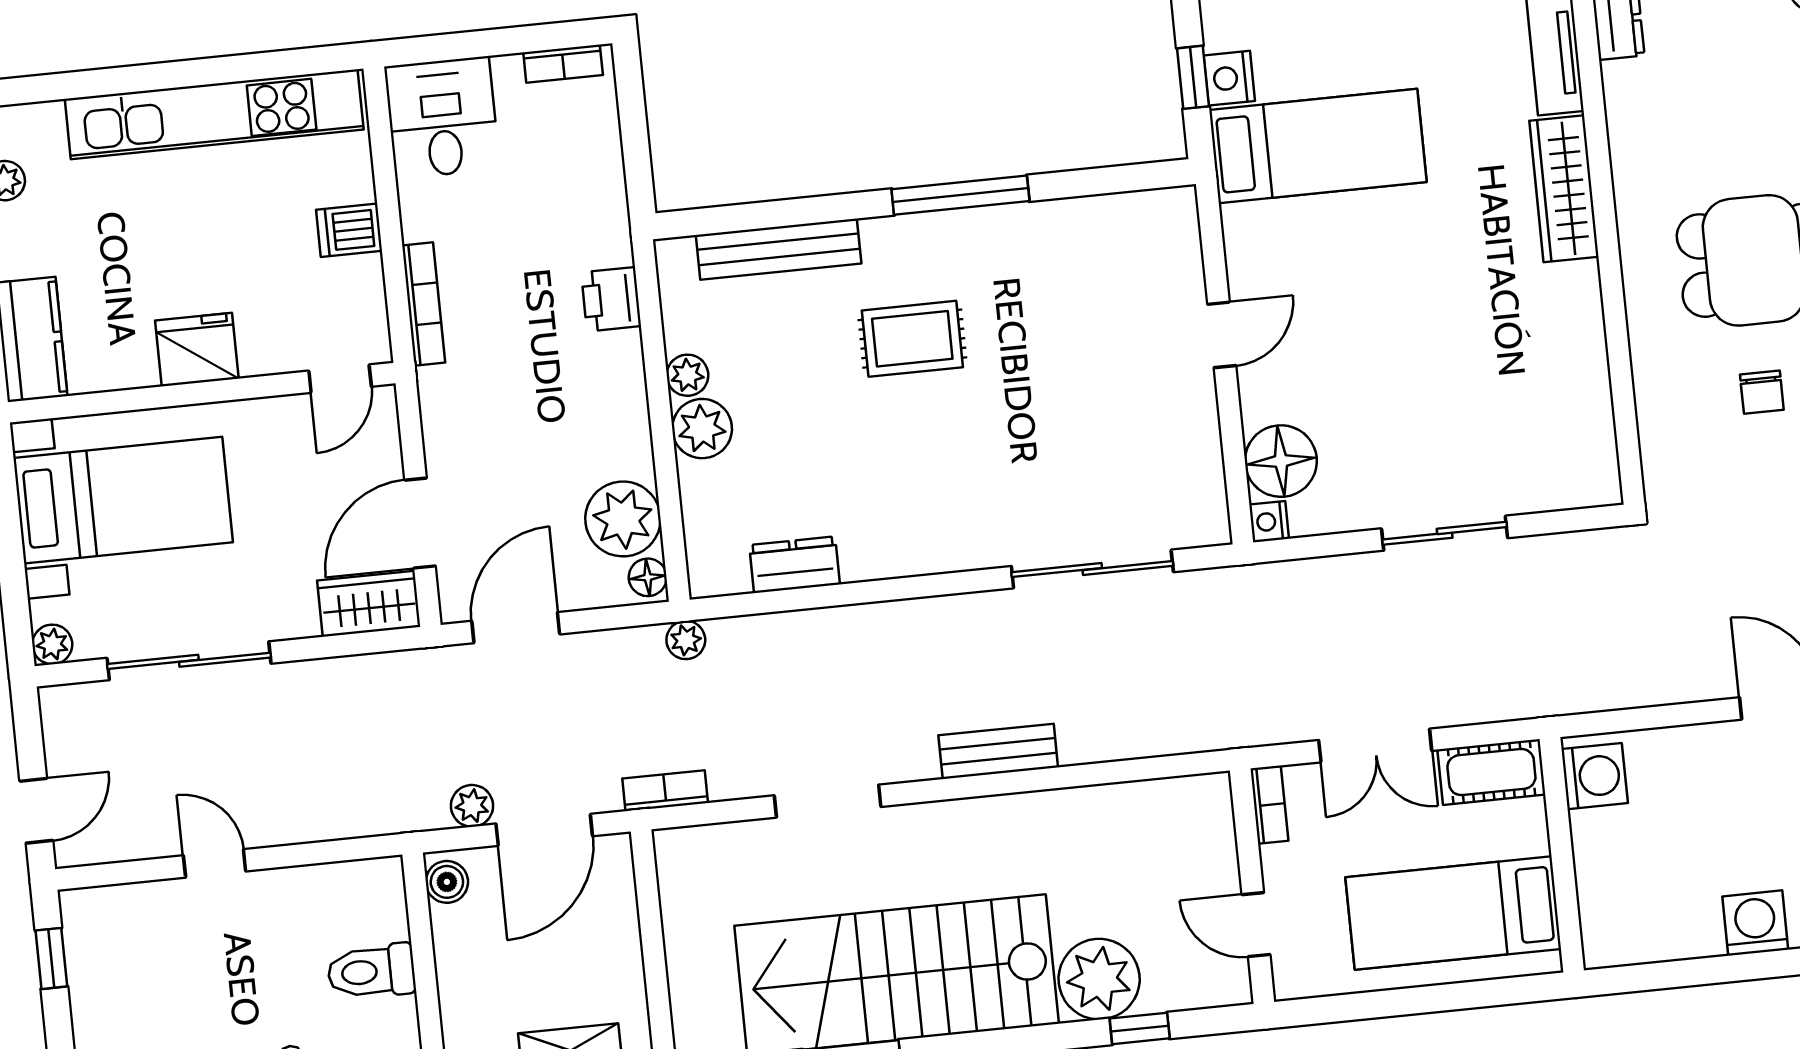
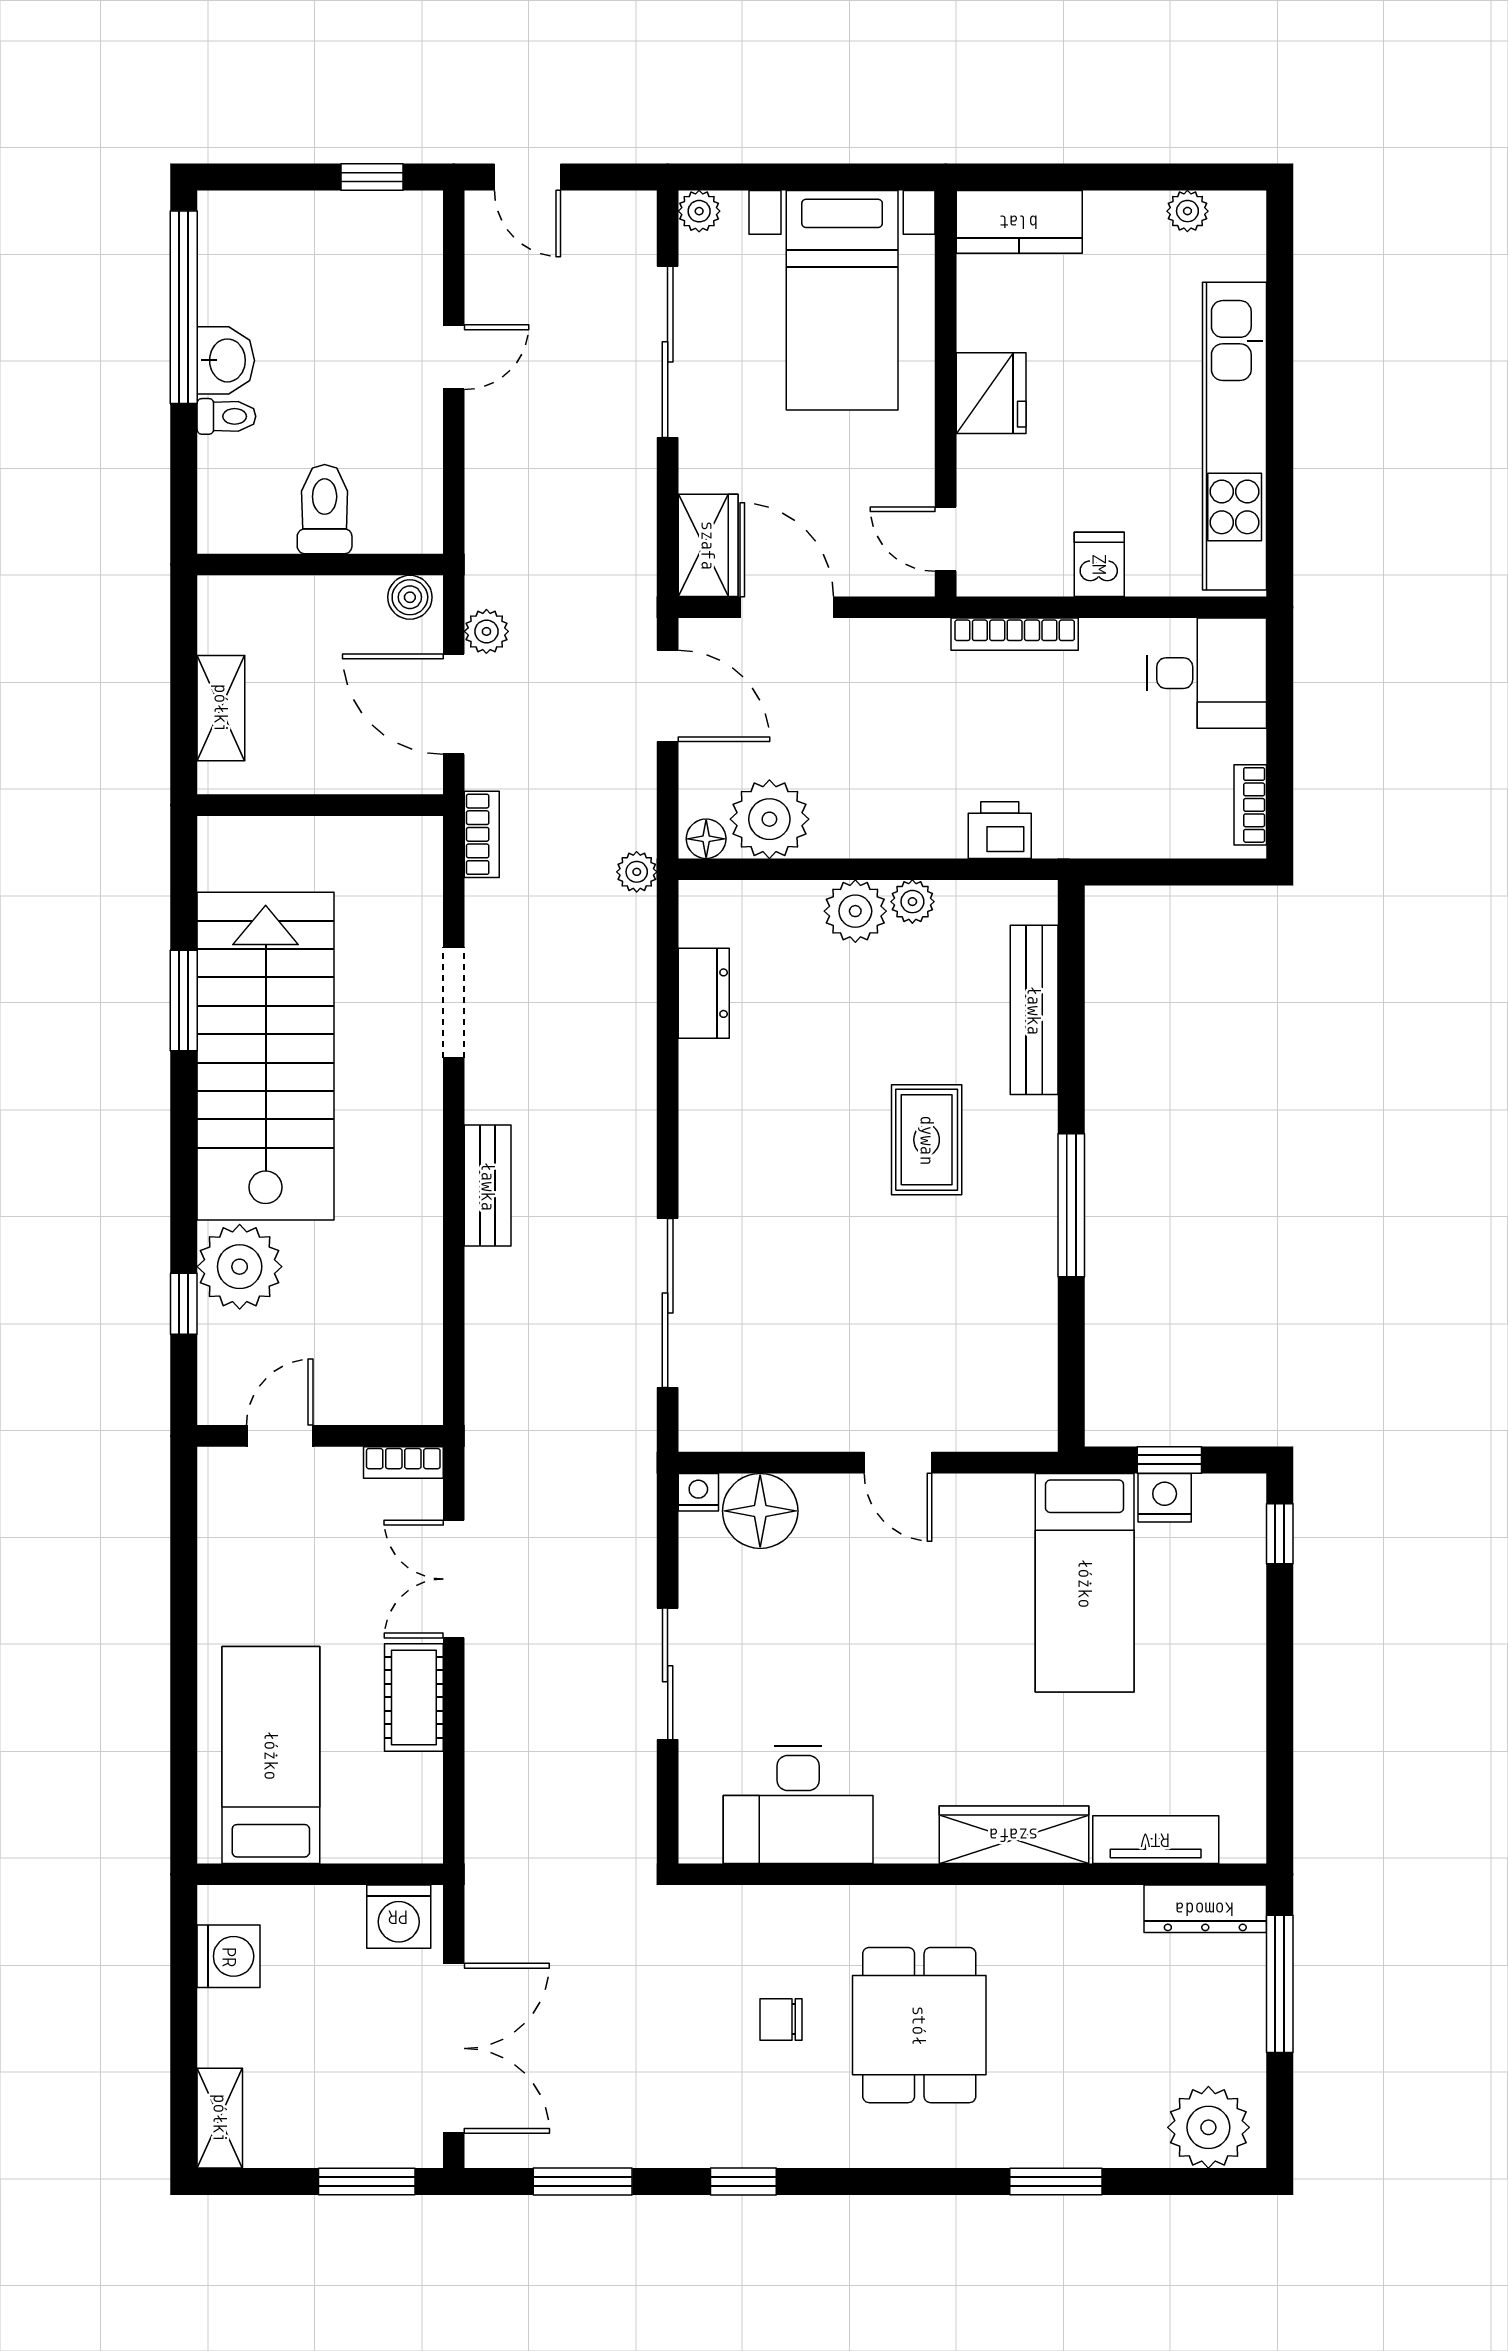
desk: (1556, 397) -> (798, 1805), added
washing machine: (1595, 776) -> (399, 1917), moved
wall: (1562, 855) -> (320, 1874), moved
bed: (1453, 913) -> (271, 1755), moved

